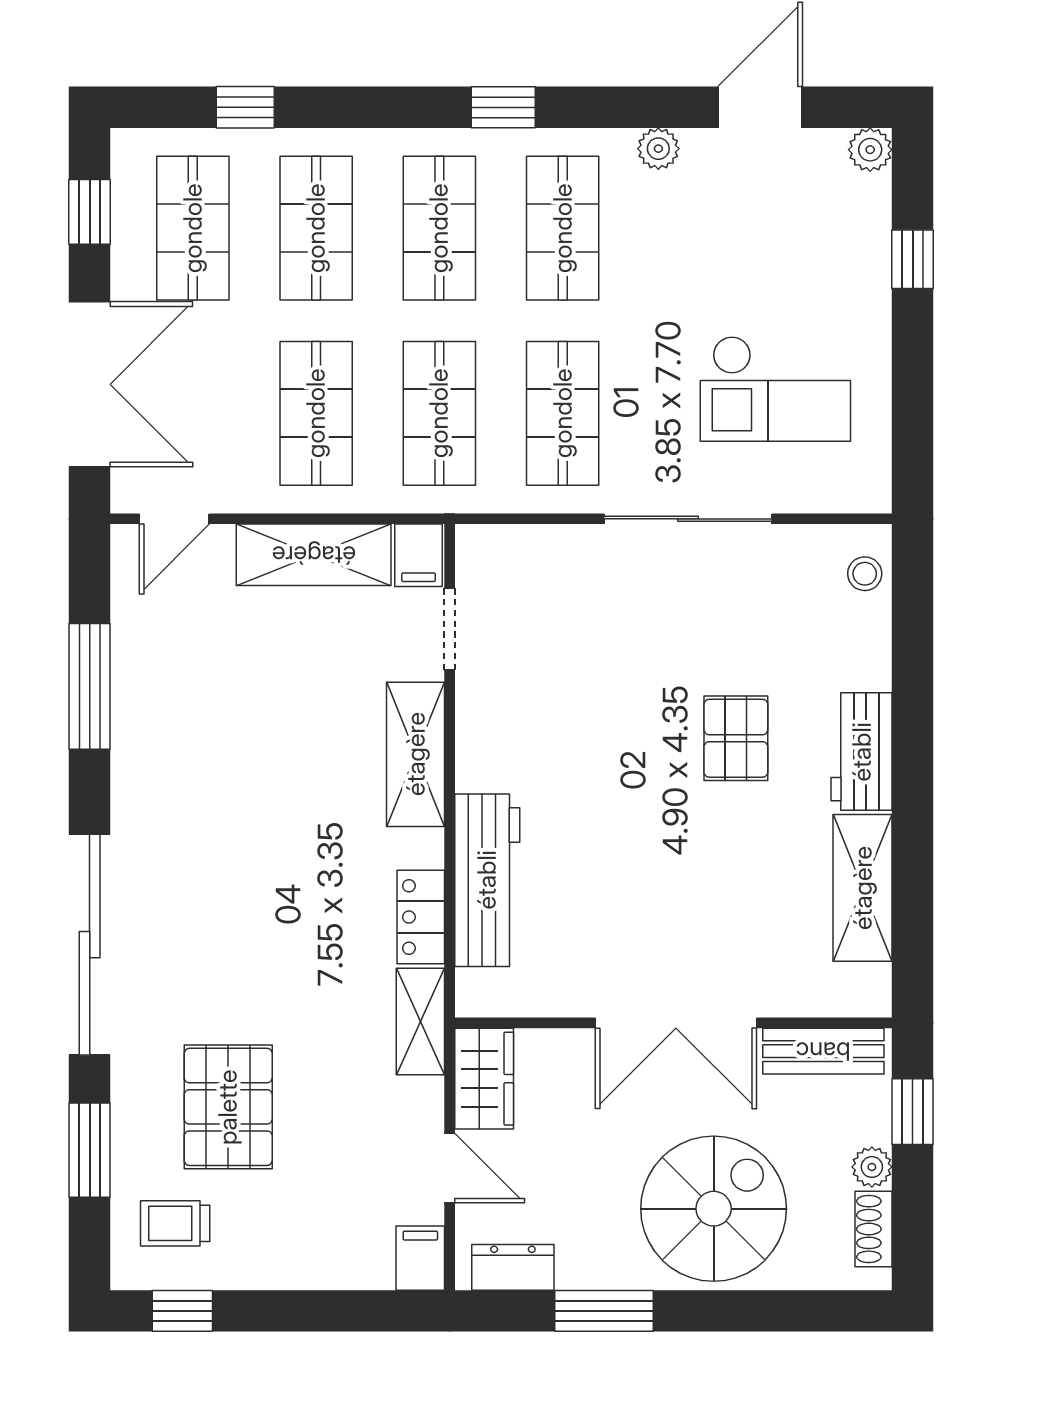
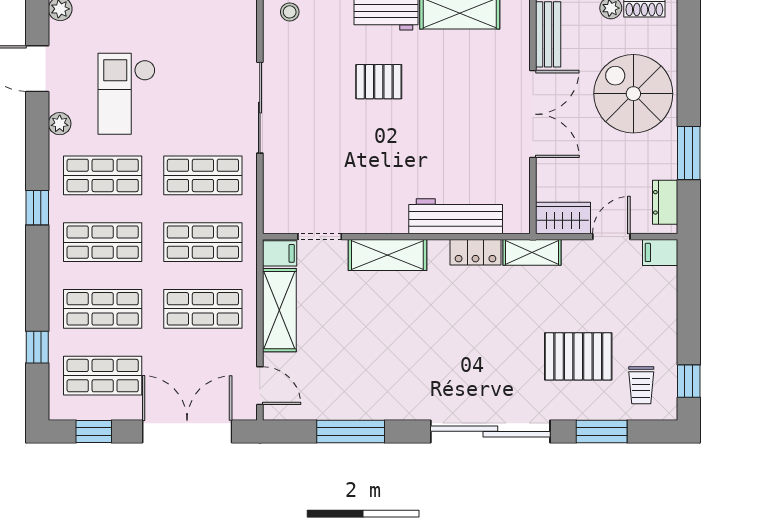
checkout: (775, 389) -> (127, 94), moved, turned 180

